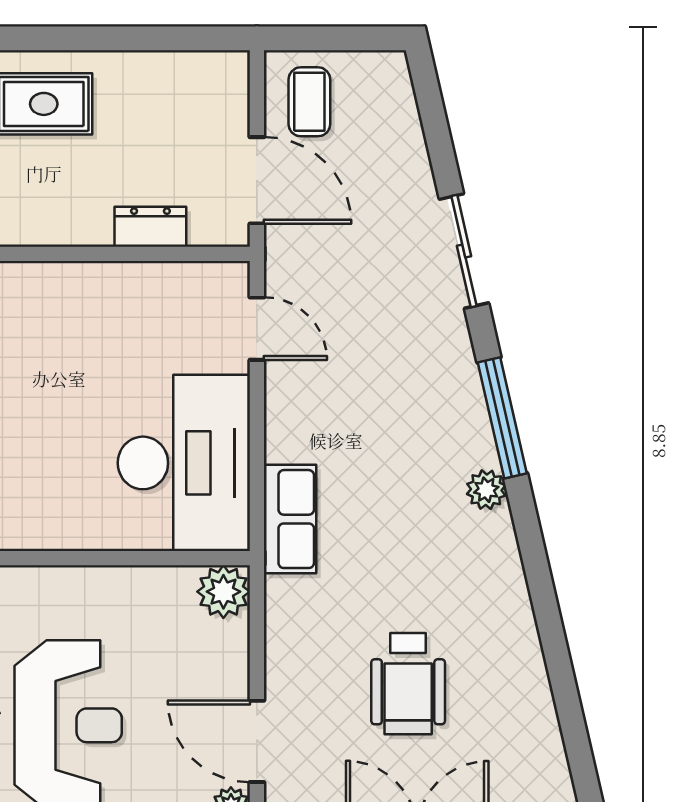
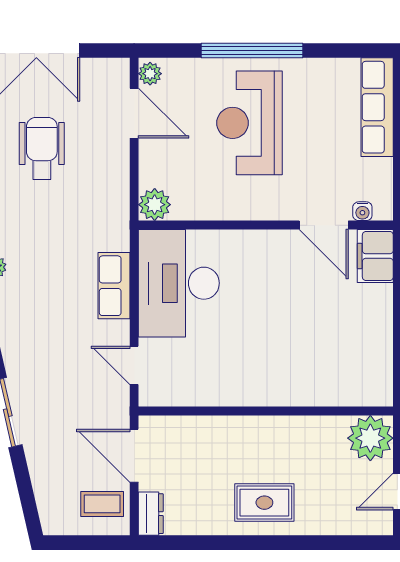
coffee table: (309, 102) -> (102, 504), turned 90
dresser: (150, 227) -> (151, 514), moved, turned -90
row of seats: (290, 519) -> (114, 286), moved

